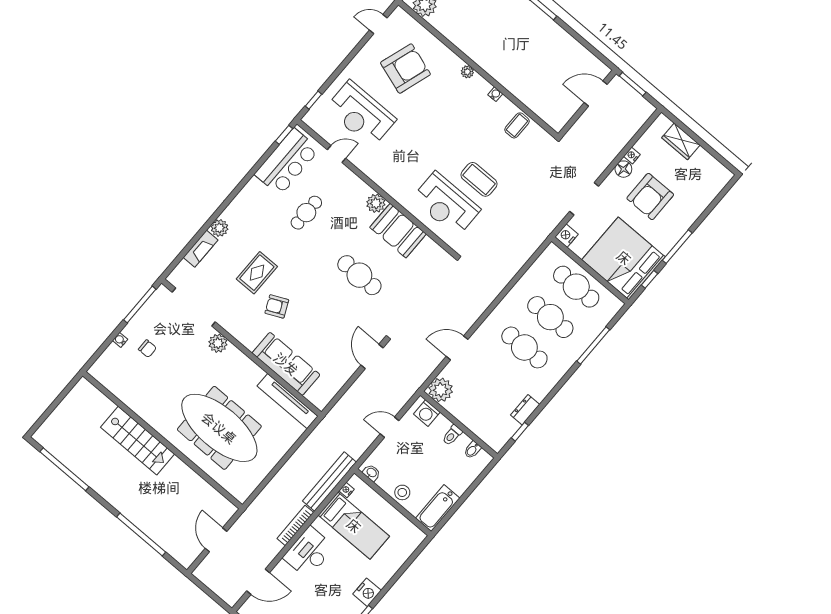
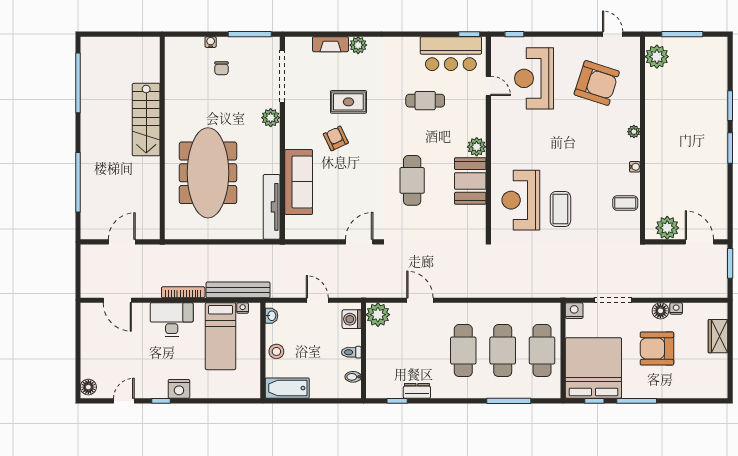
plant: (564, 109) -> (667, 228), added

